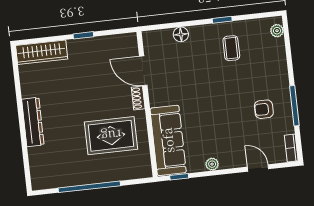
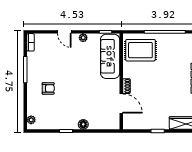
floor lamp: (181, 34) -> (83, 124), moved
coffee table: (231, 48) -> (62, 112), removed
armchair: (264, 109) -> (48, 88), moved
rug: (111, 136) -> (140, 50), moved
door: (258, 168) -> (64, 32), moved

